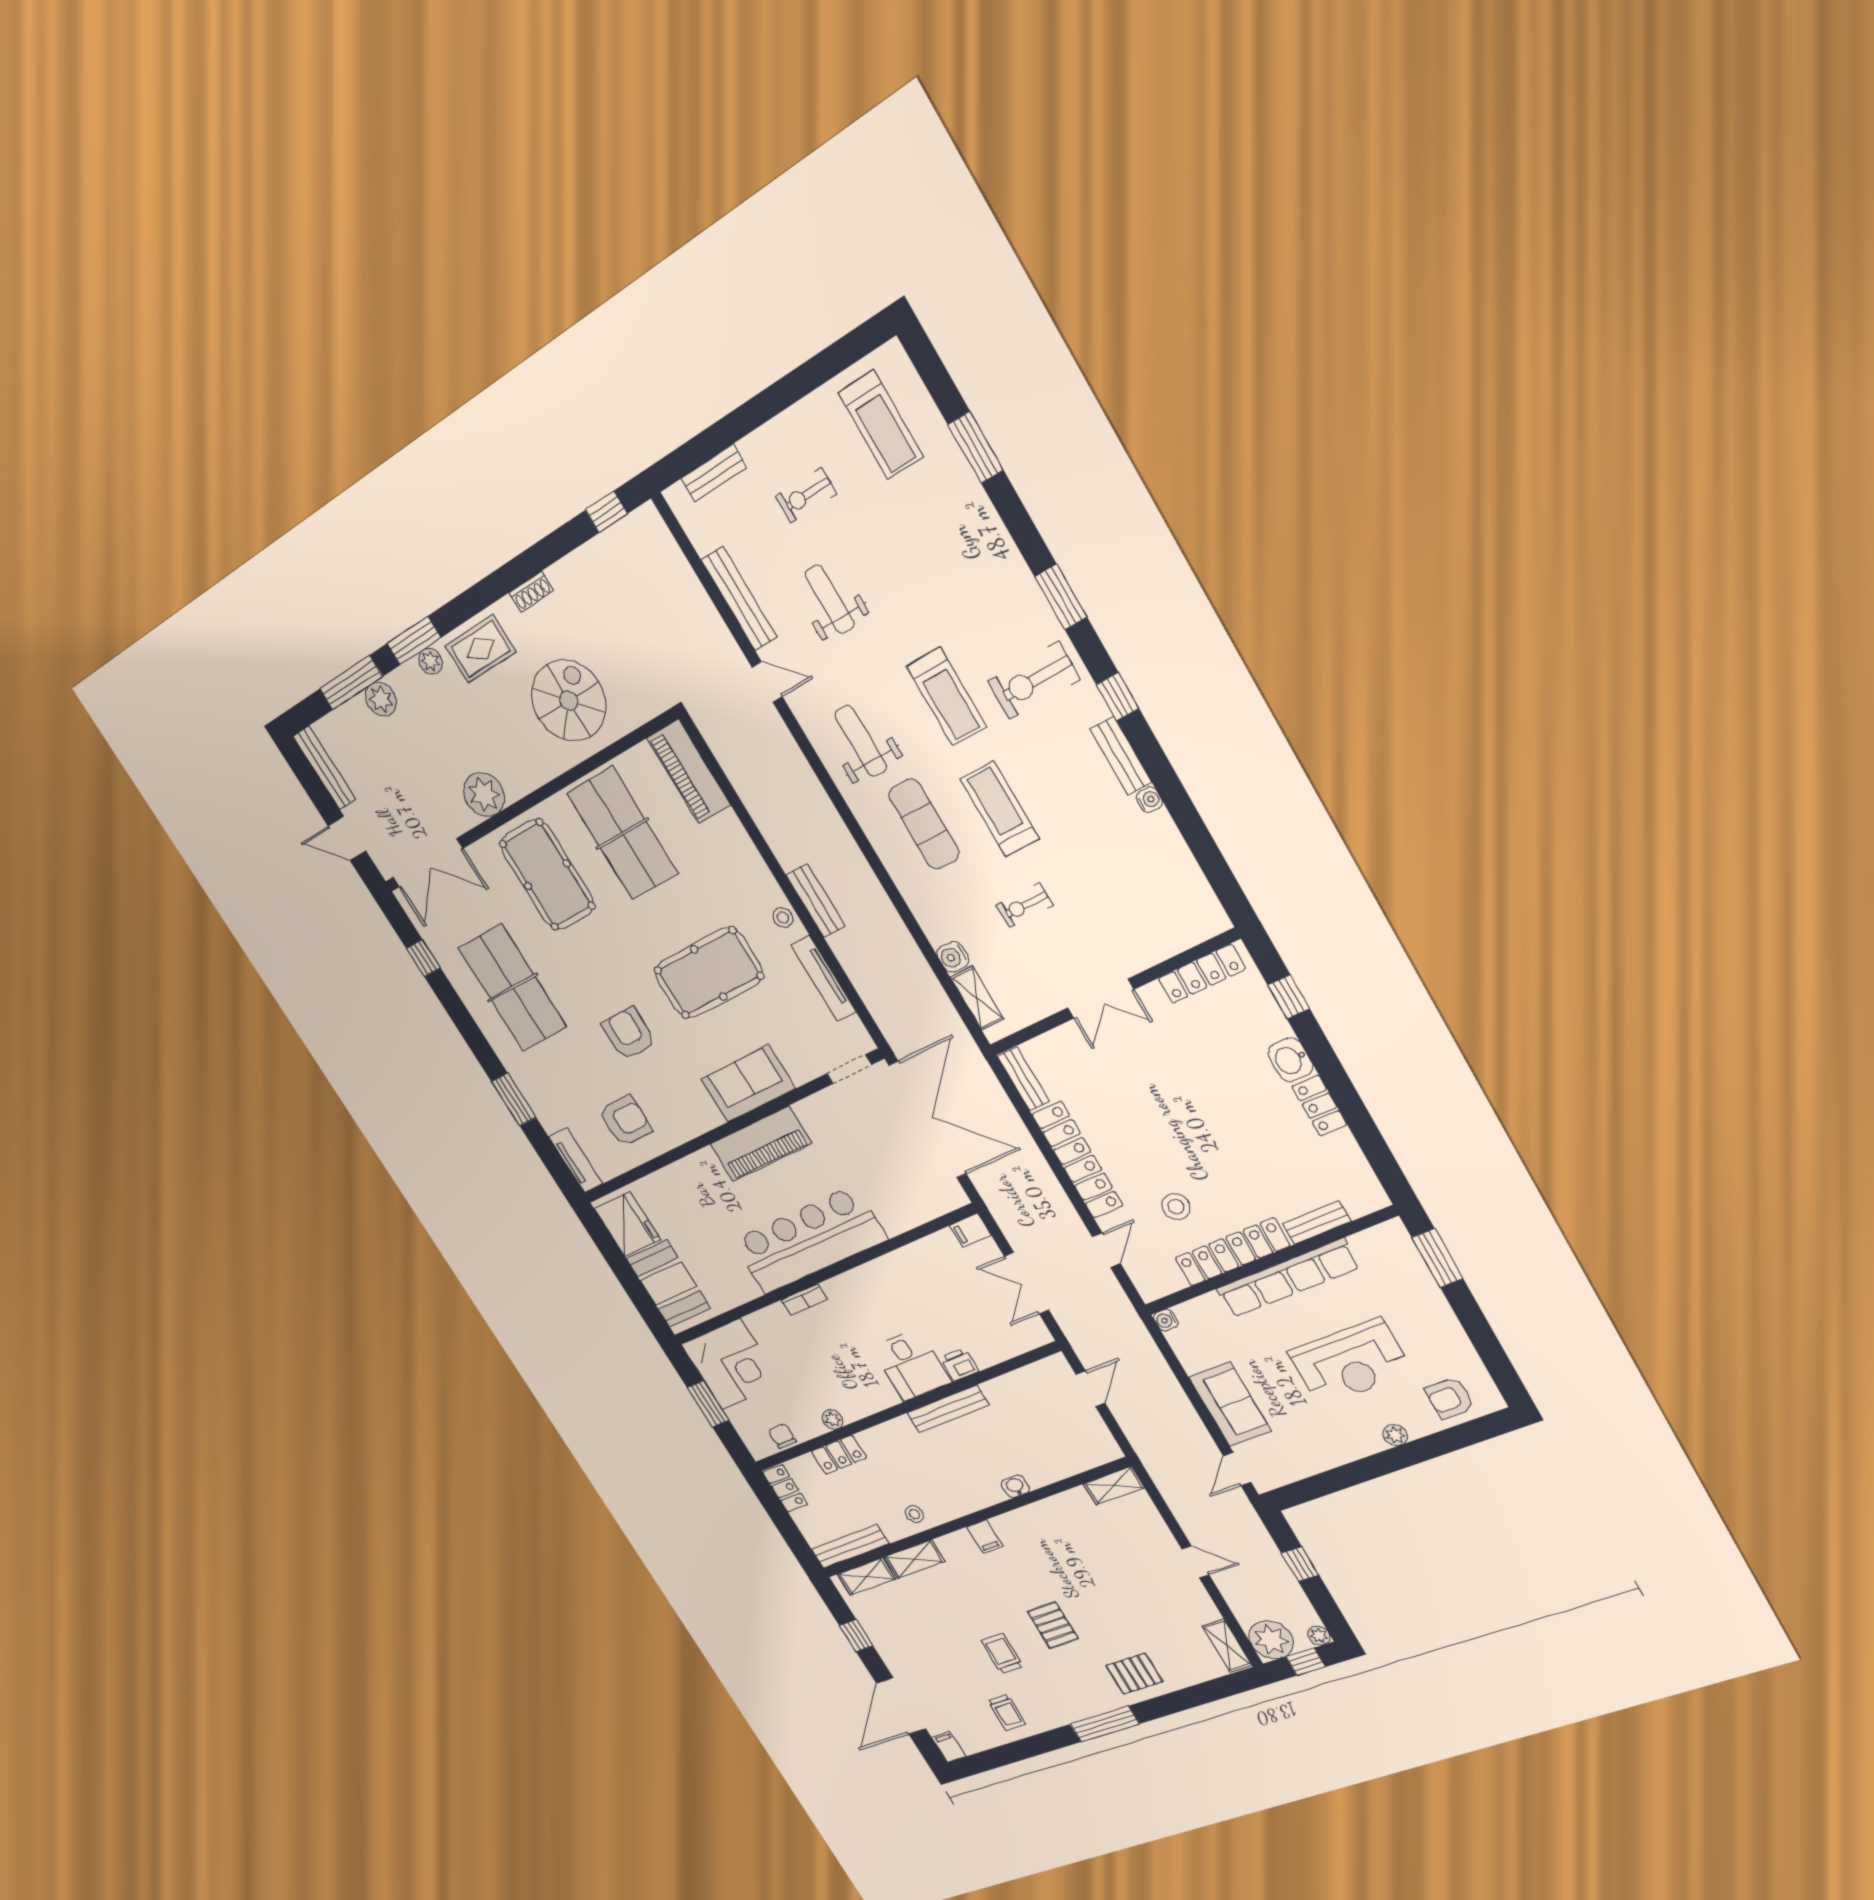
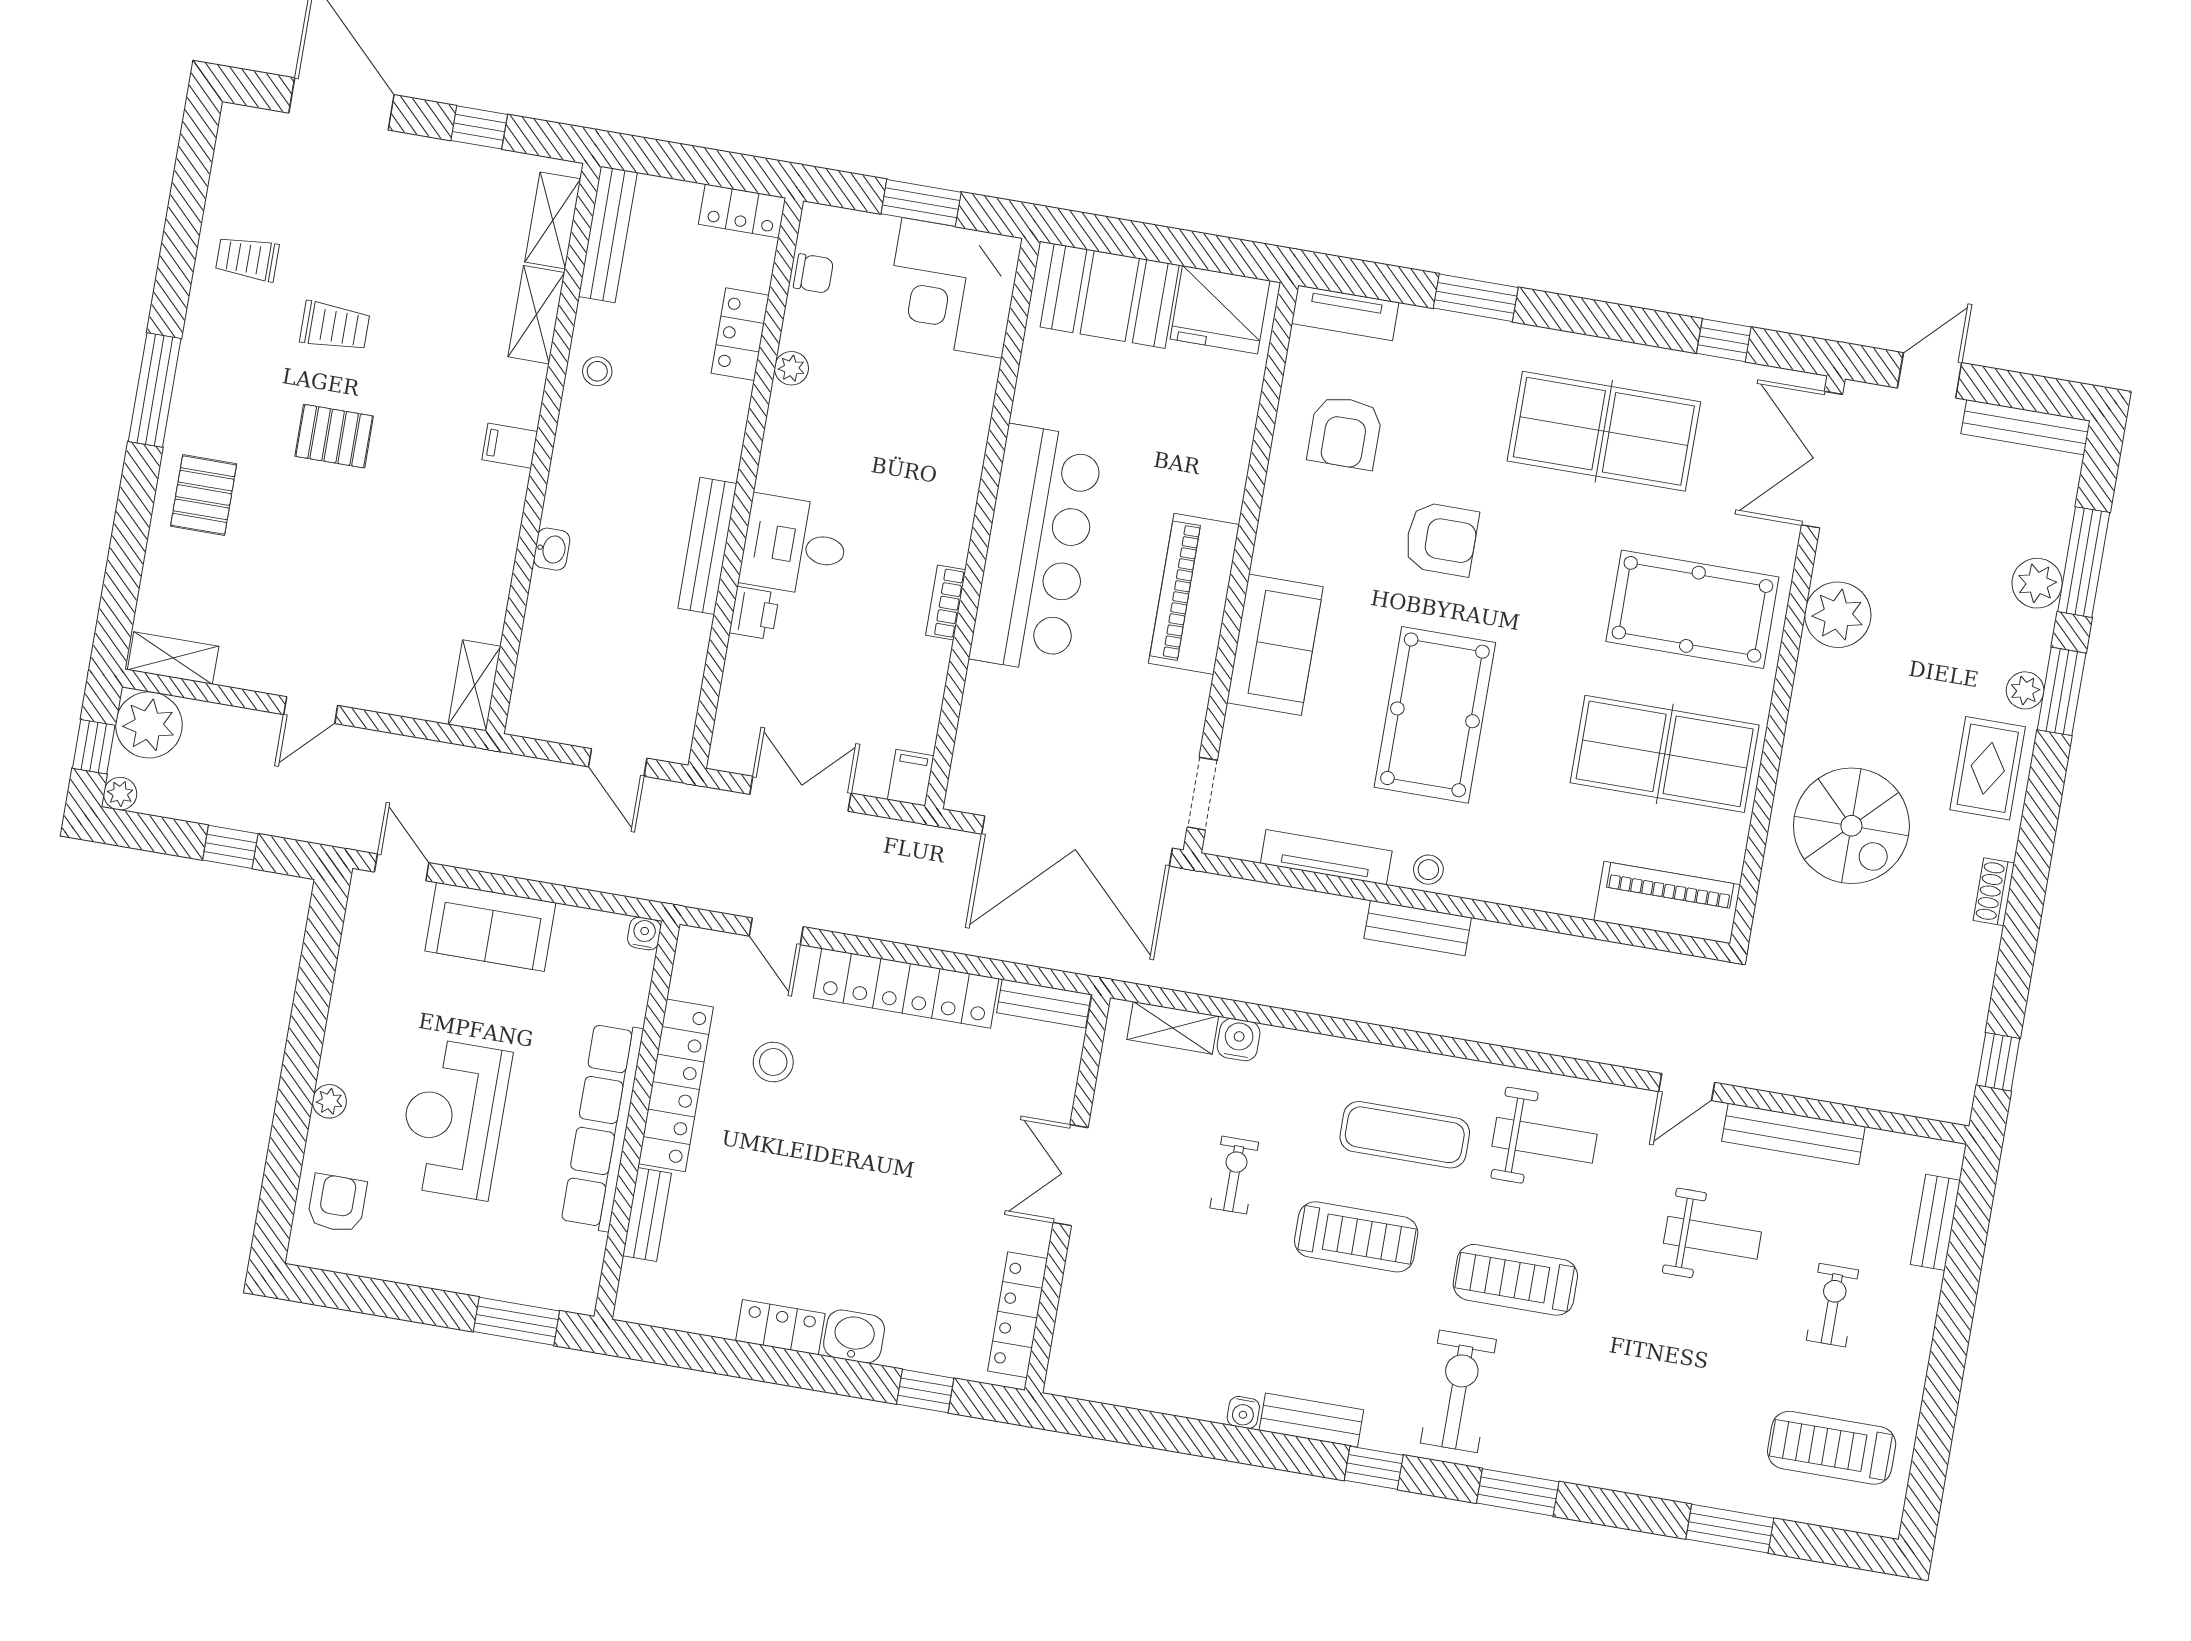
bookcase: (804, 1300) -> (946, 603), moved
filing cabinet: (949, 1747) -> (244, 124), removed

